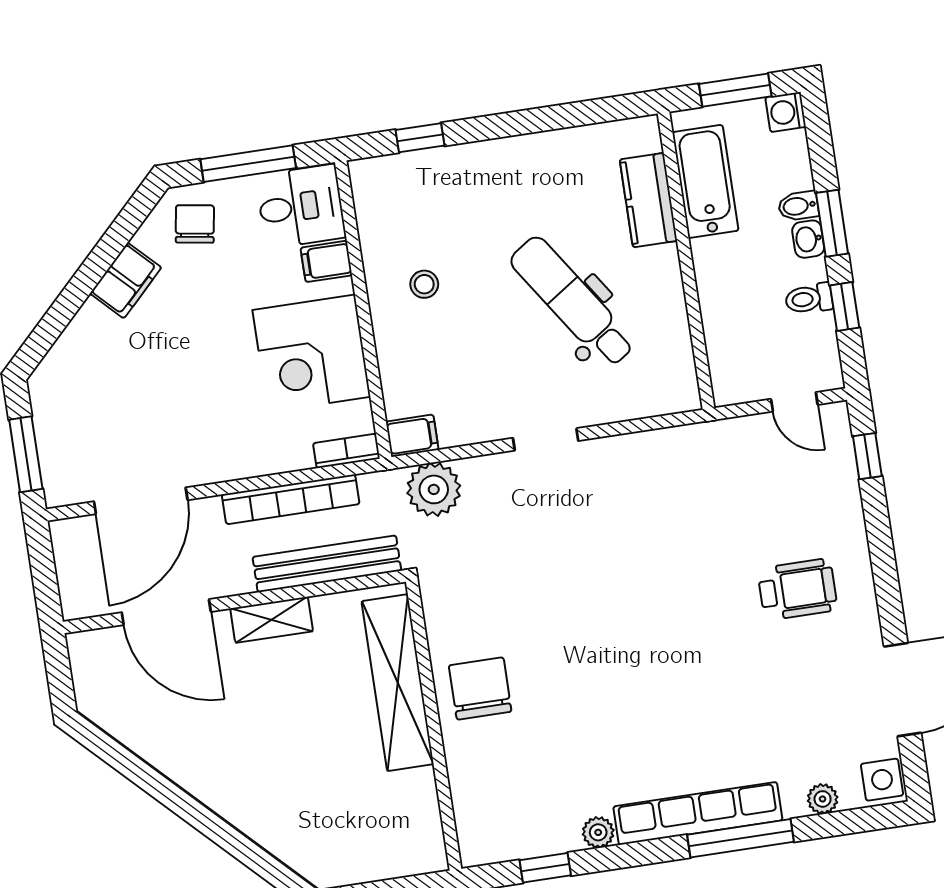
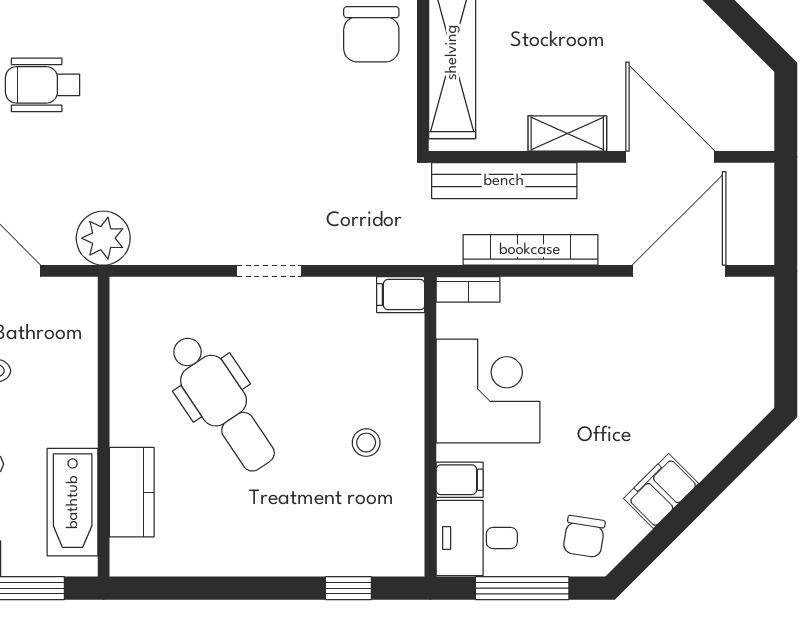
window: (26, 454) -> (786, 334), removed
plant: (434, 489) -> (103, 238), moved

